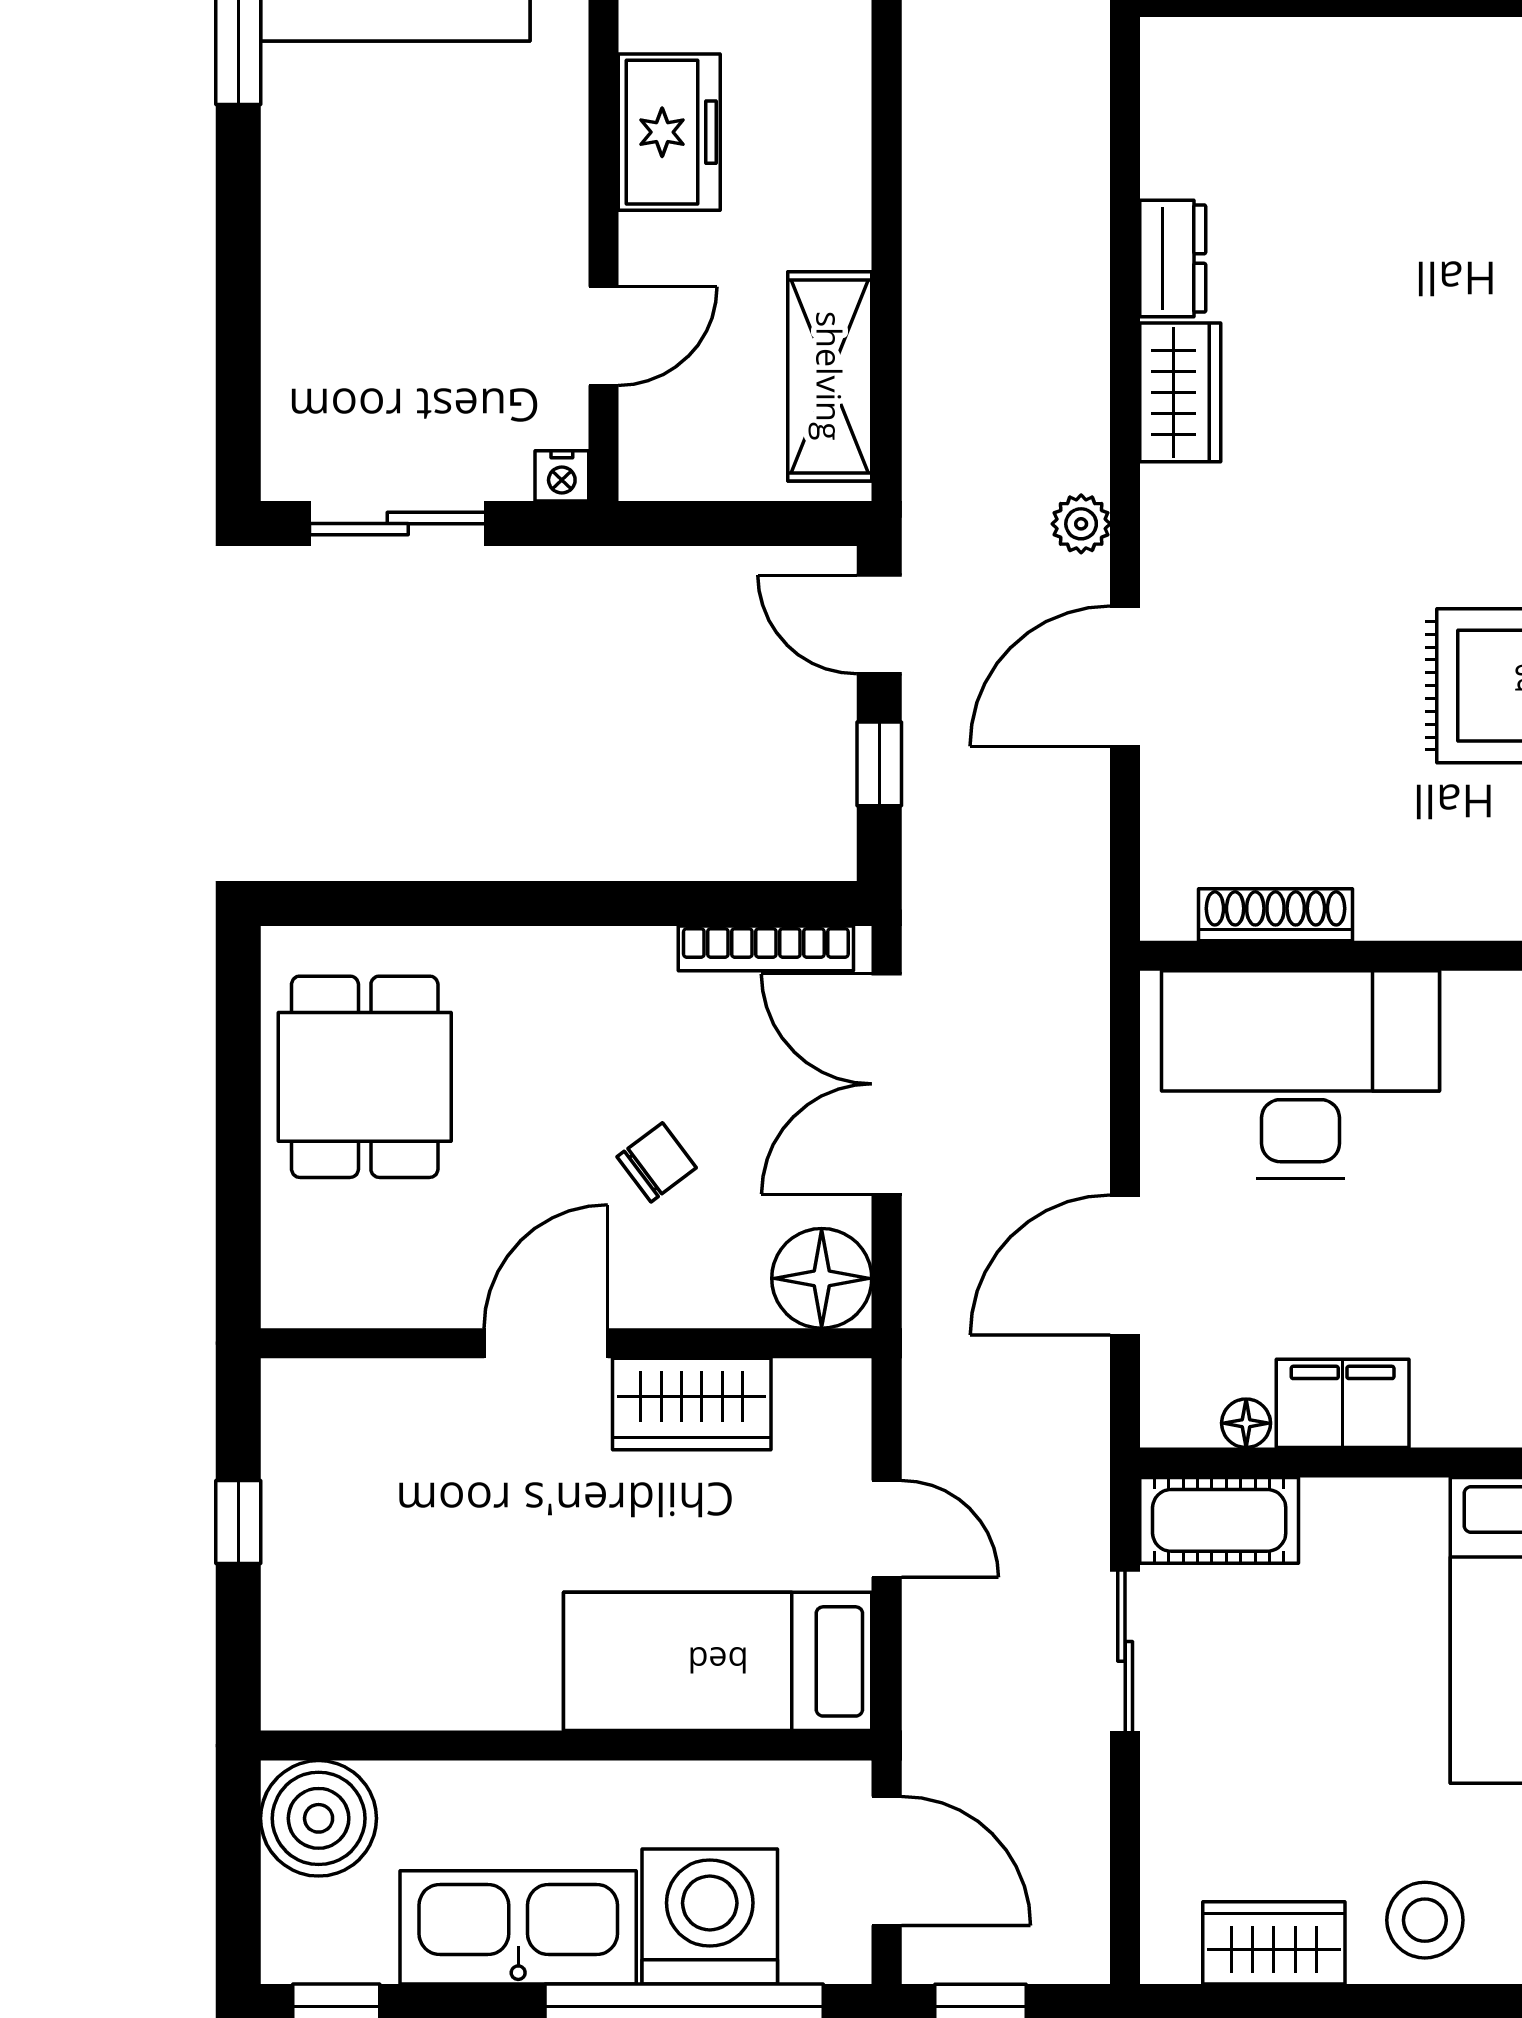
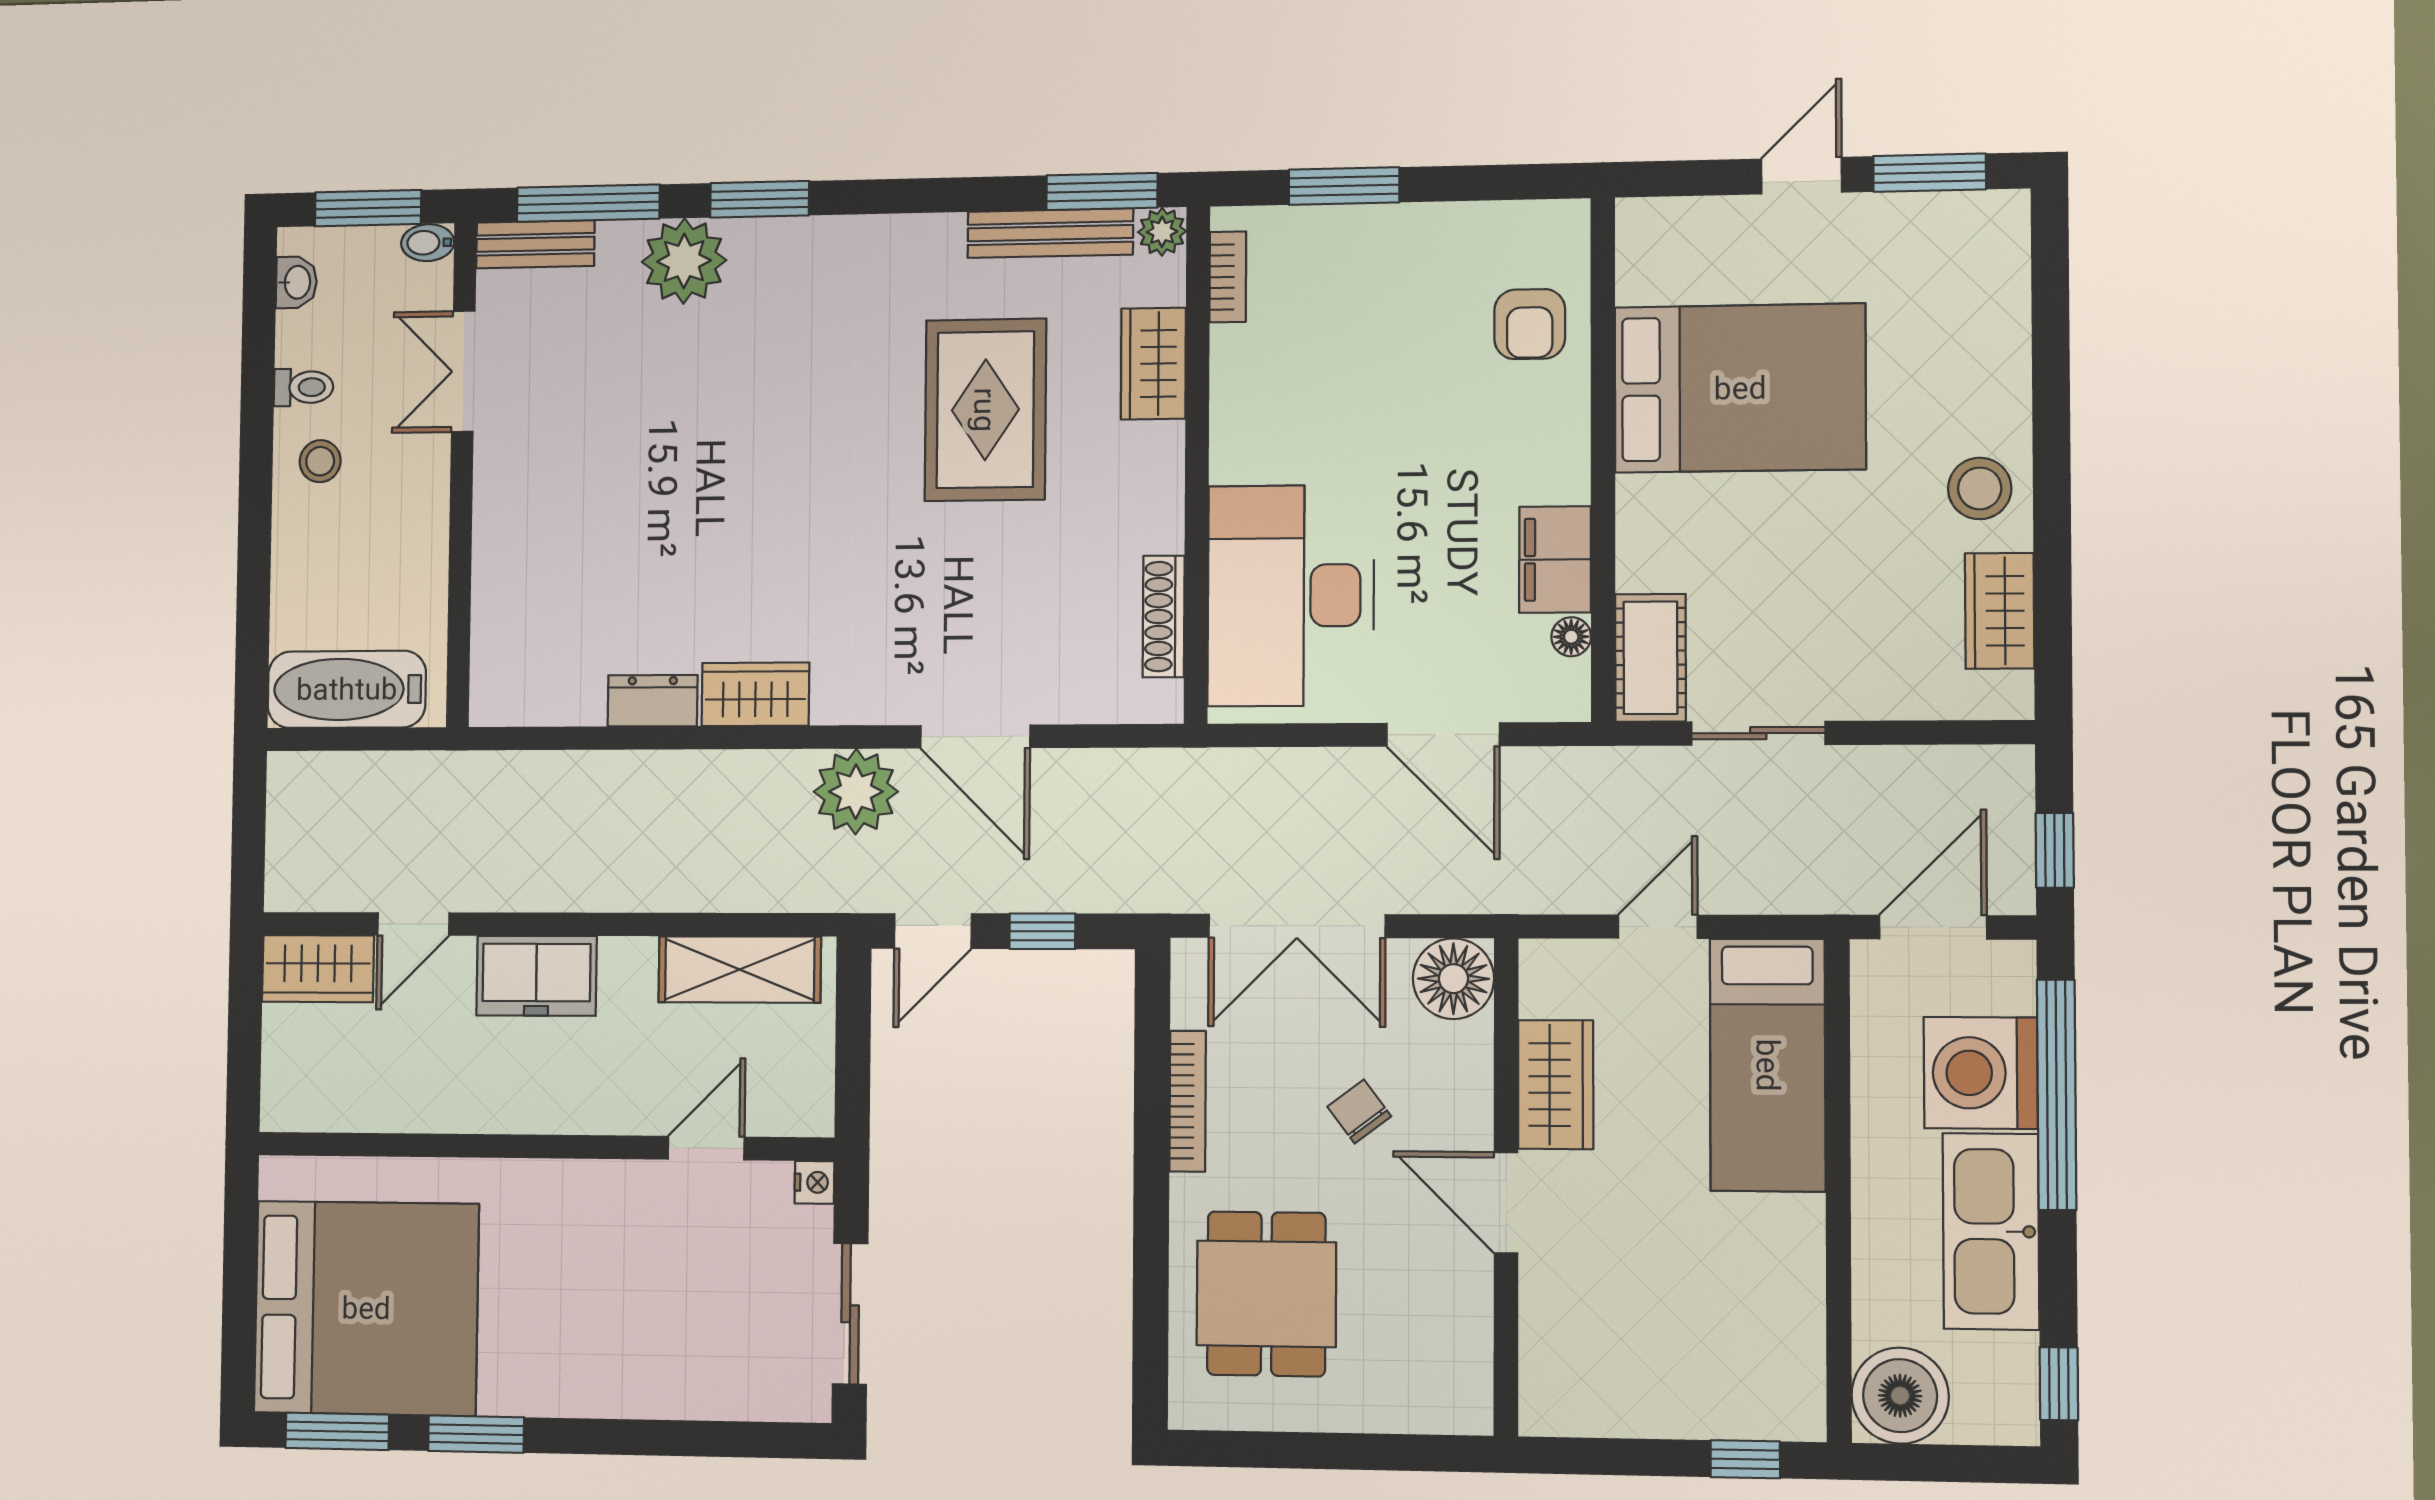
freezer: (669, 132) -> (536, 976), moved, turned 180
door: (603, 336) -> (706, 1148), hinge flipped
plant: (1081, 524) -> (856, 792), width x1.87, depth x1.87
bookcase: (766, 948) -> (1188, 1101), moved
dining table: (365, 1077) -> (1266, 1294), moved, turned 90
window: (238, 1522) -> (1745, 1459), moved

